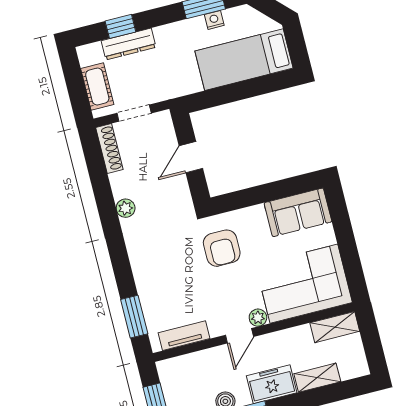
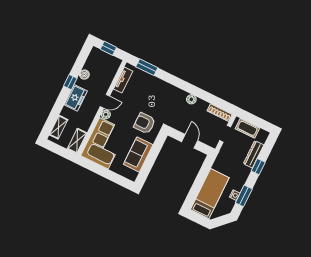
window: (120, 26) -> (258, 167), moved
sofa: (298, 212) -> (138, 154), moved
door: (239, 336) -> (105, 101), swing flipped
shelving: (317, 378) -> (59, 127), moved

